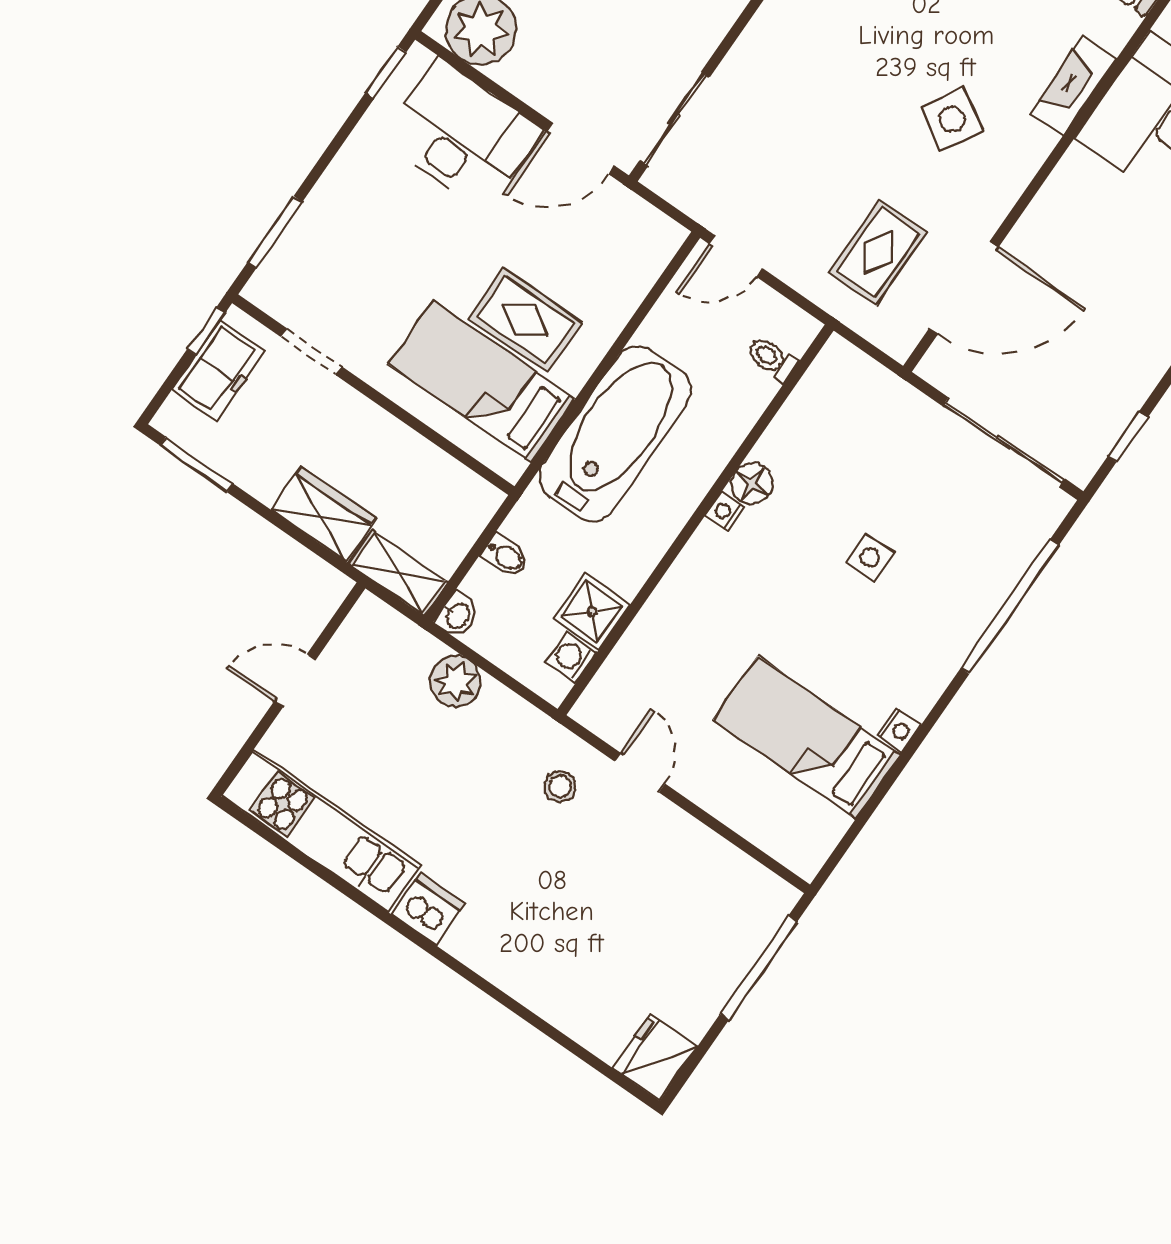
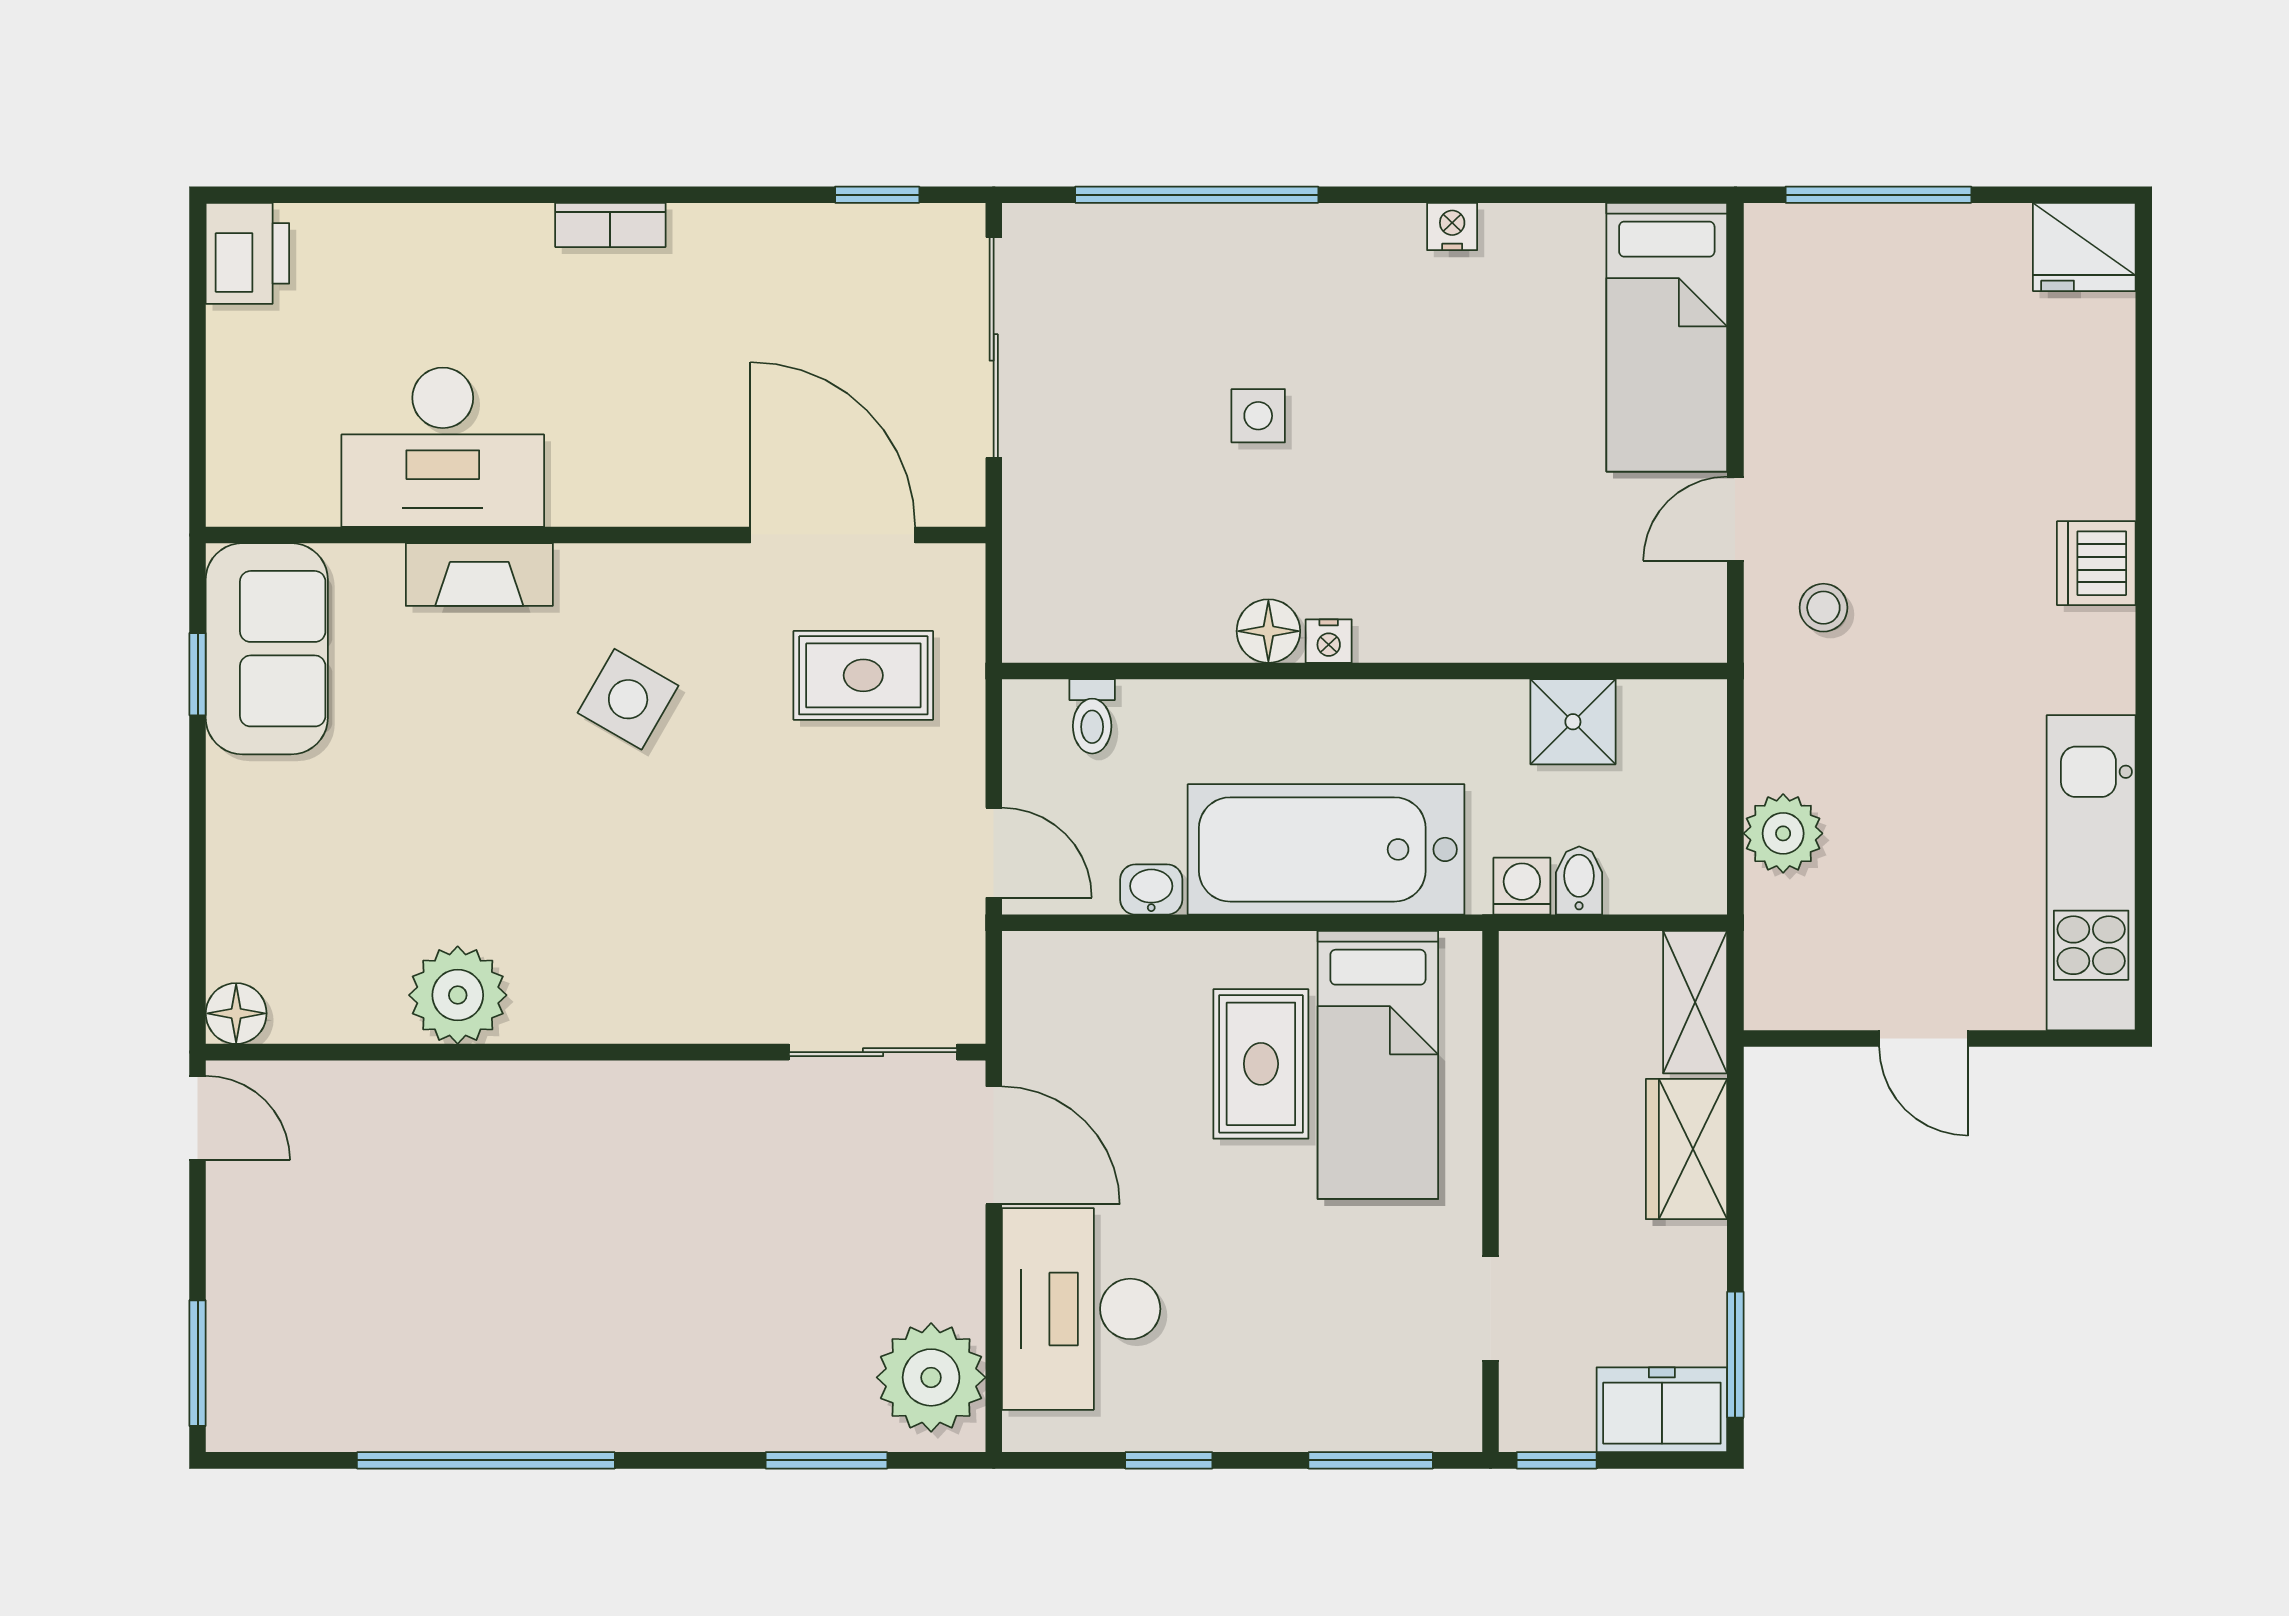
window: (386, 73) -> (1169, 1460), moved
freezer: (219, 371) -> (1662, 1410), moved
washbasin: (458, 615) -> (1151, 890), moved
washing machine: (571, 657) -> (1522, 886), moved, turned 180
bed: (807, 737) -> (1667, 337), moved
dishwasher: (428, 909) -> (2096, 563), moved

